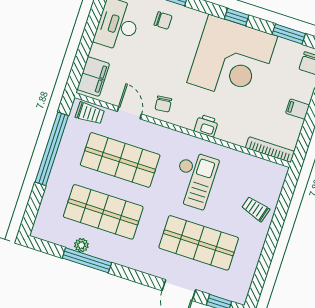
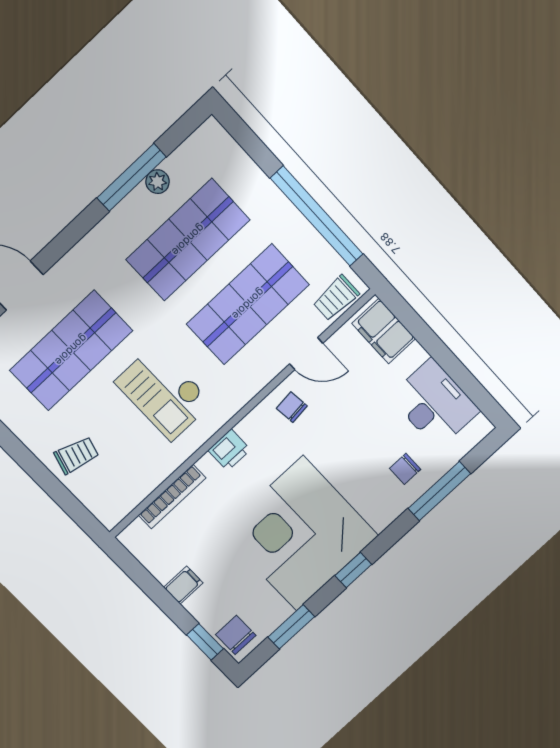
bookcase: (270, 150) -> (172, 497), moved

